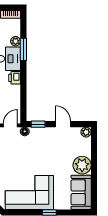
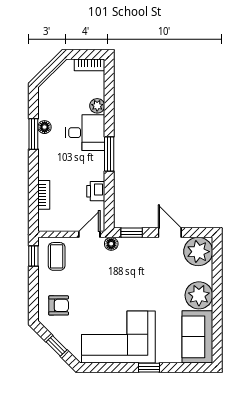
window: (23, 49) -> (109, 154), moved
printer: (15, 78) -> (96, 191), moved
plant: (86, 132) -> (198, 252), width x1.88, depth x1.88

